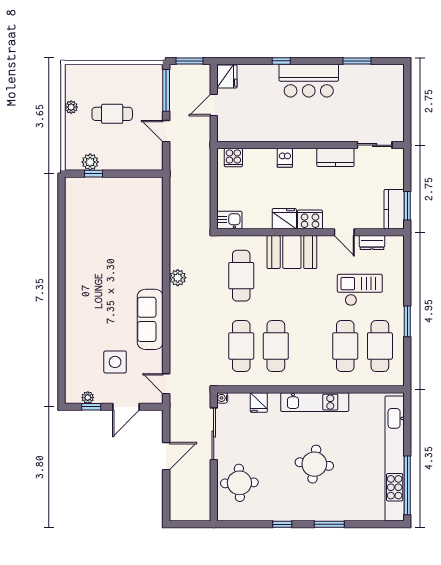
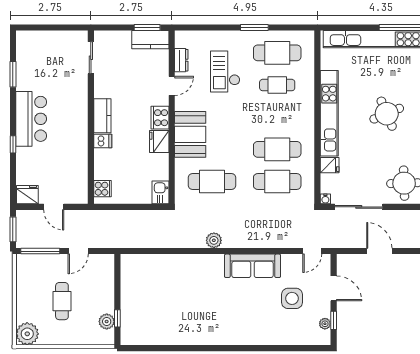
plant: (71, 107) -> (27, 334), moved, width x1.87, depth x1.87
kitchen counter: (335, 157) -> (102, 116), moved
cafe table: (345, 346) -> (277, 85), width x0.73, depth x0.74
kitchen unit: (315, 402) -> (329, 113), width x1.36
round table: (314, 464) -> (387, 114), turned -30

